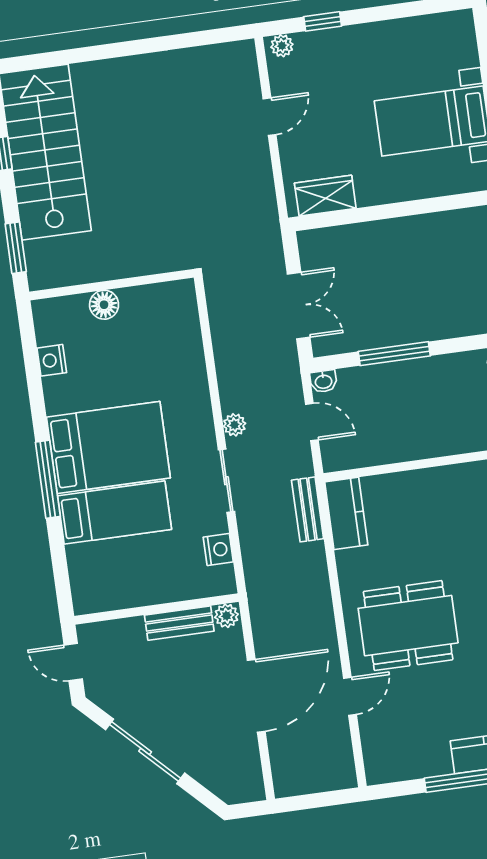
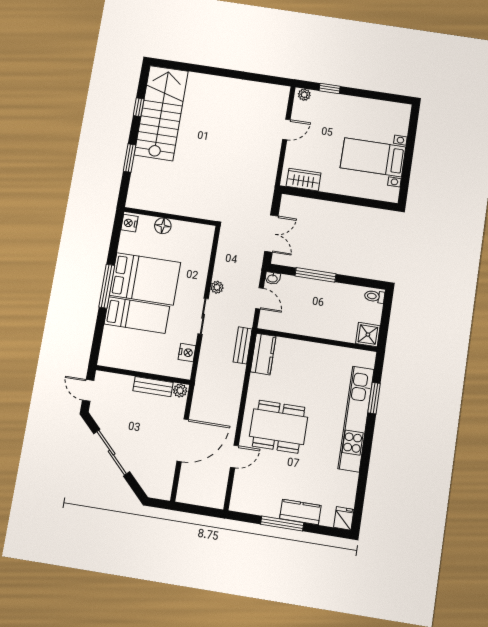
wall: (111, 285) -> (170, 216), moved
floor lamp: (104, 305) -> (163, 226), moved

